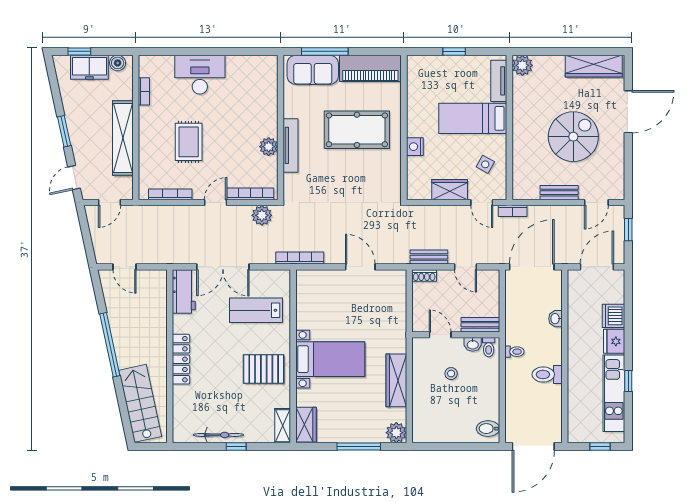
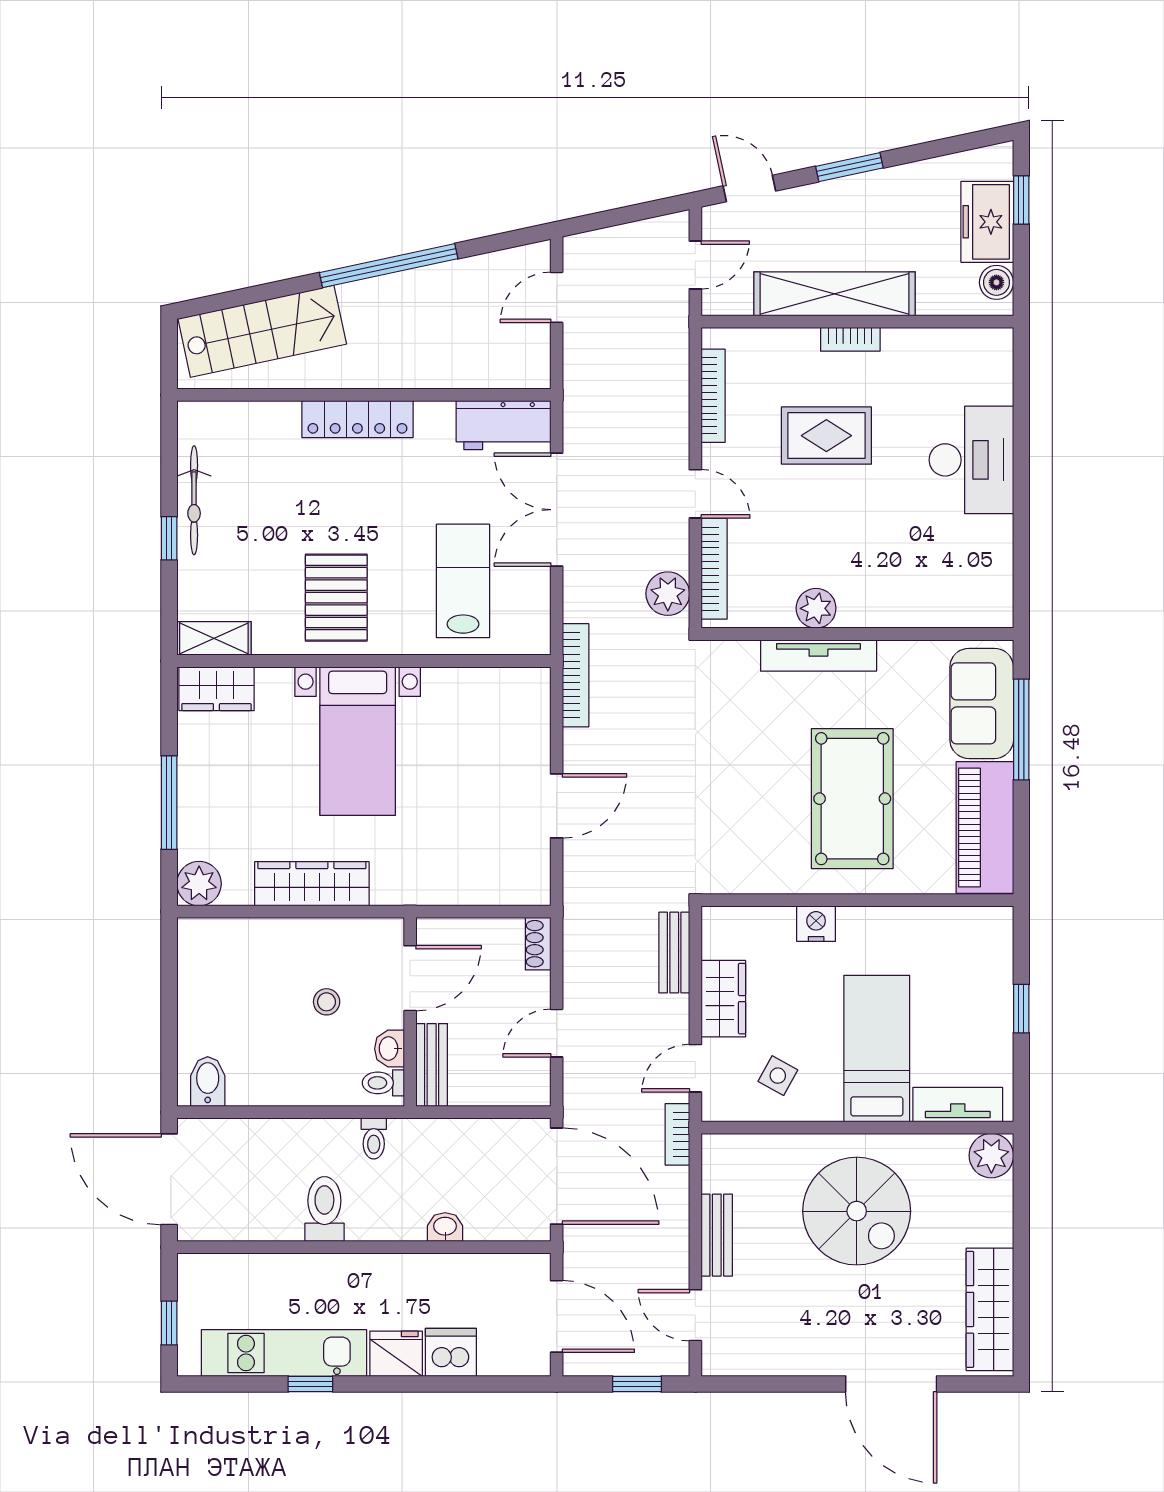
bookcase: (144, 91) -> (850, 339), moved
spiral stairs: (573, 137) -> (857, 1211), moved
door: (109, 203) -> (695, 265), swing flipped
bench: (429, 257) -> (674, 953), moved
door: (440, 335) -> (410, 978), width x1.38

